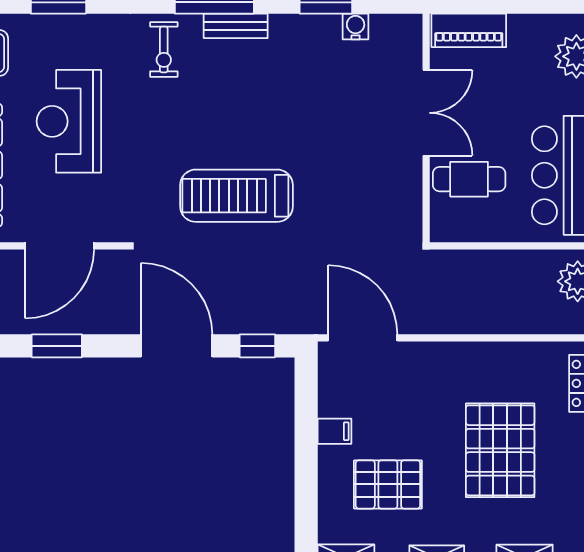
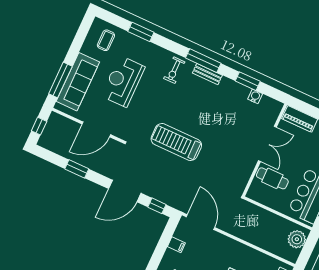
door: (177, 346) -> (125, 191), swing flipped
filing cabinet: (334, 431) -> (176, 245), moved

